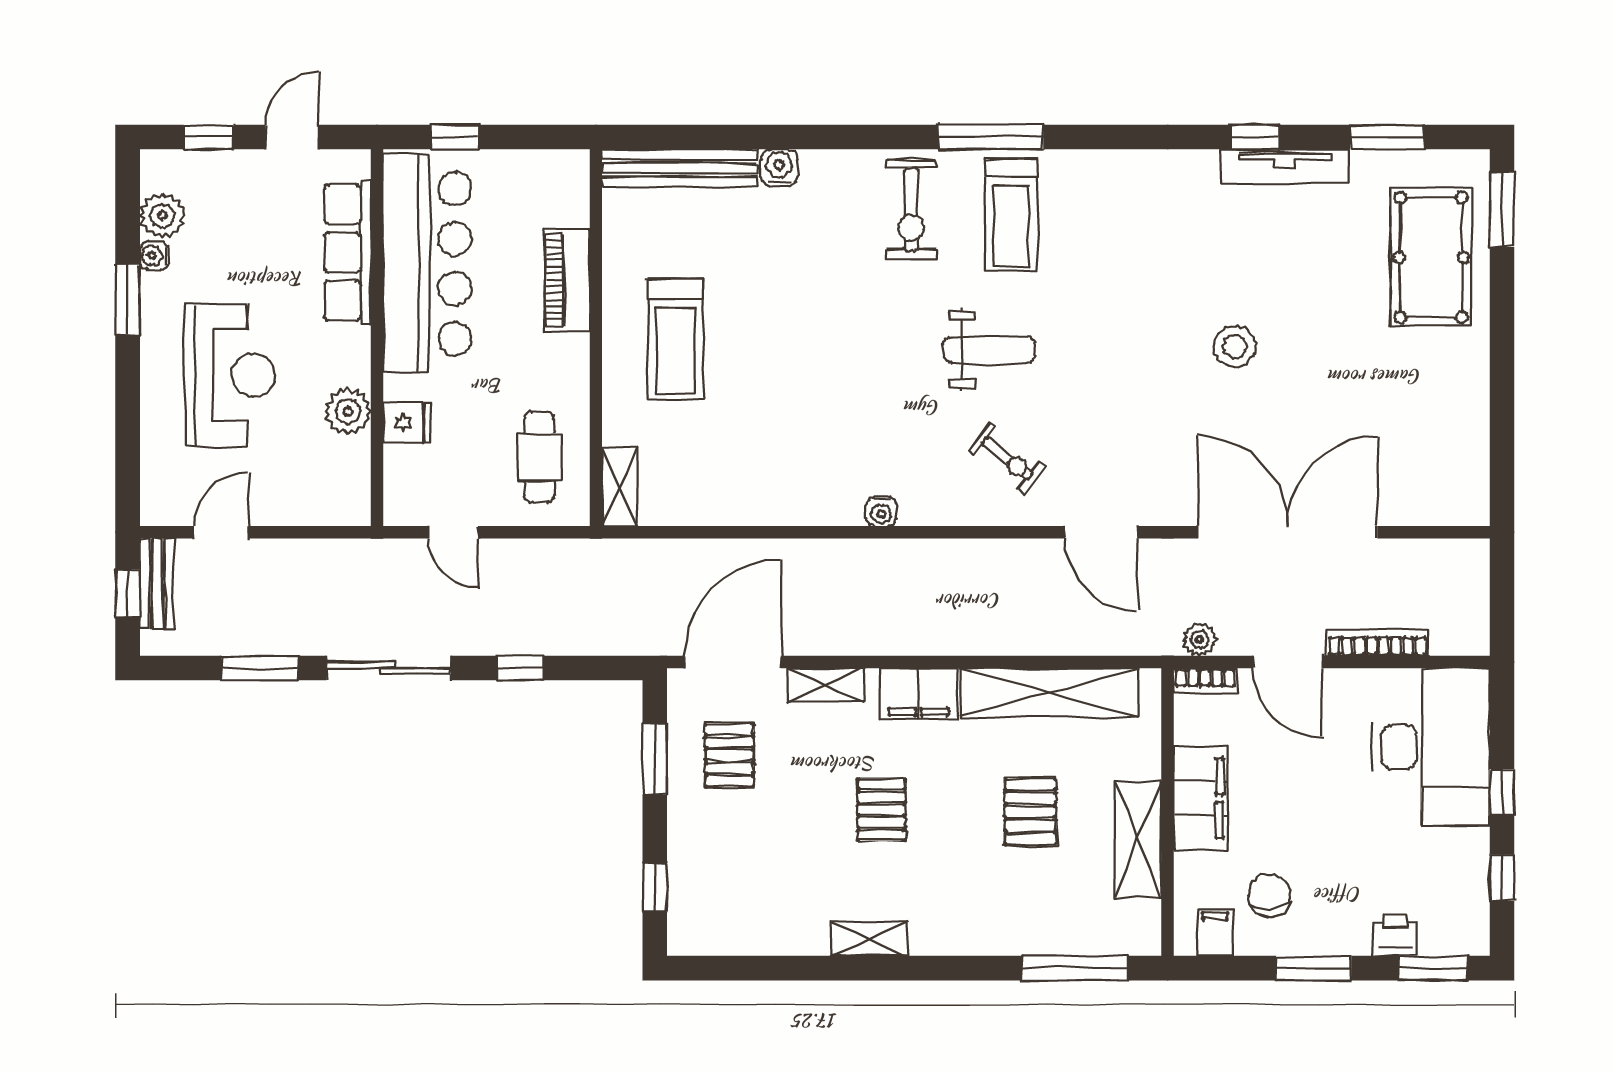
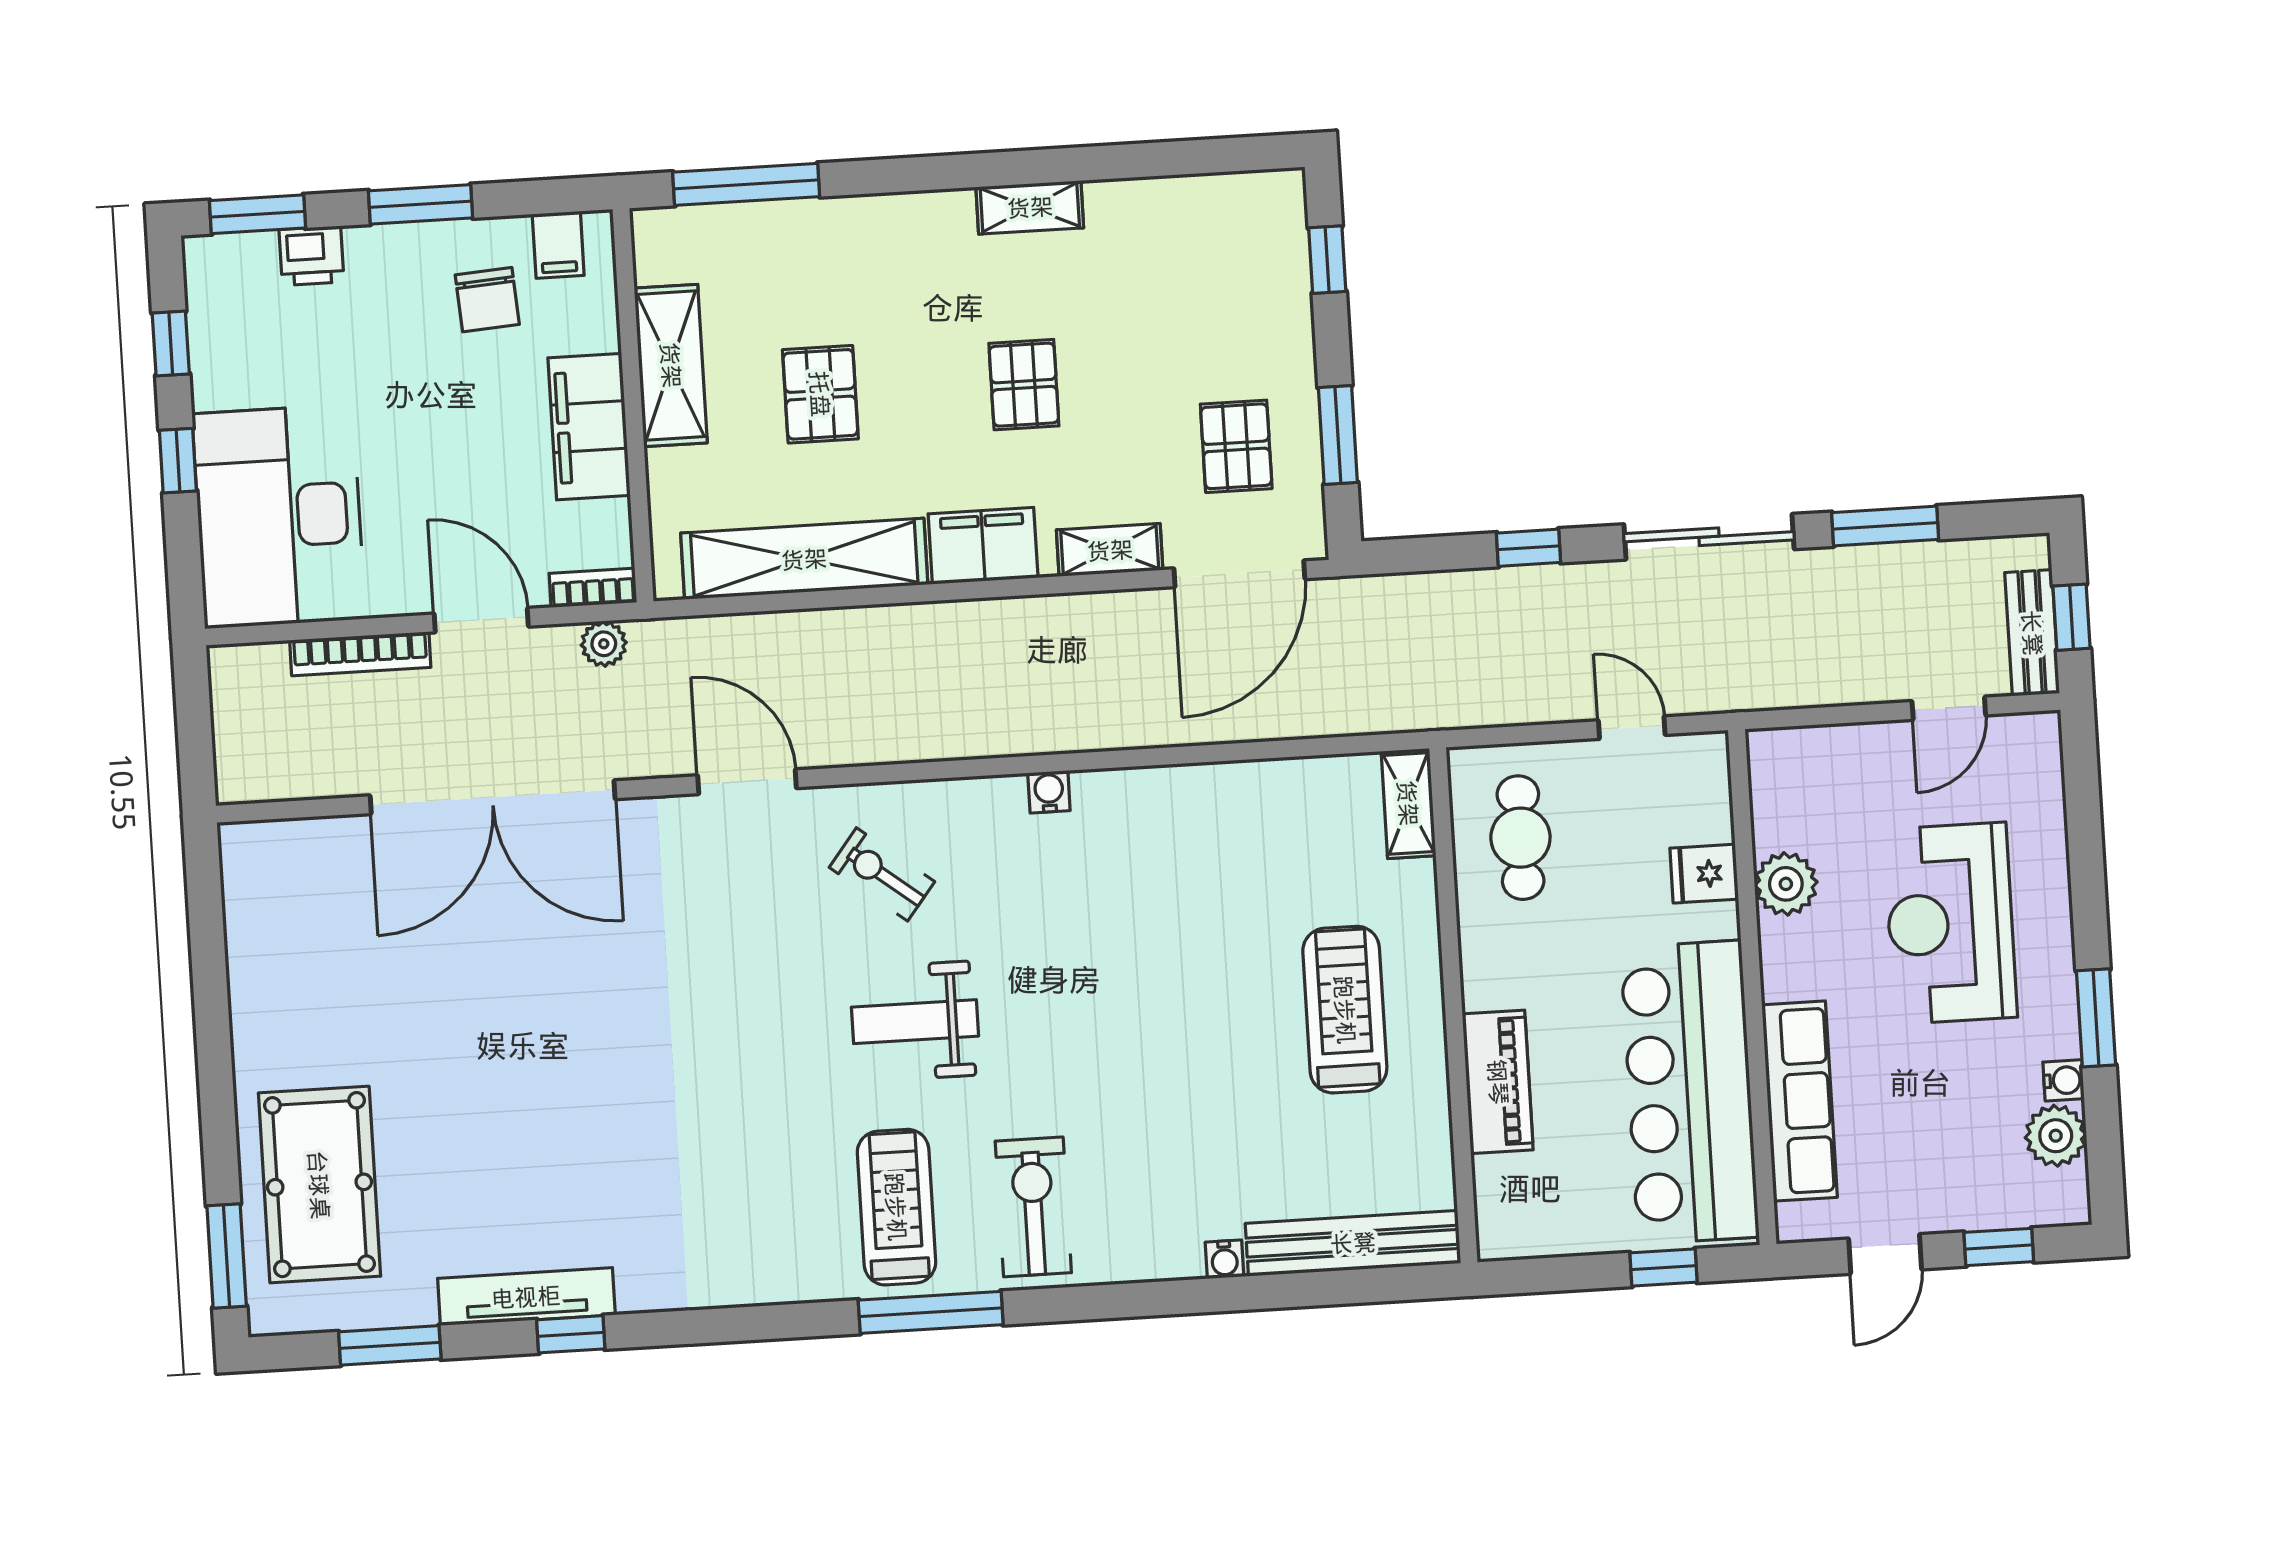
water cooler: (779, 168) -> (1225, 1259), width x0.72, depth x0.72
stool: (1235, 346) -> (580, 1047), removed

